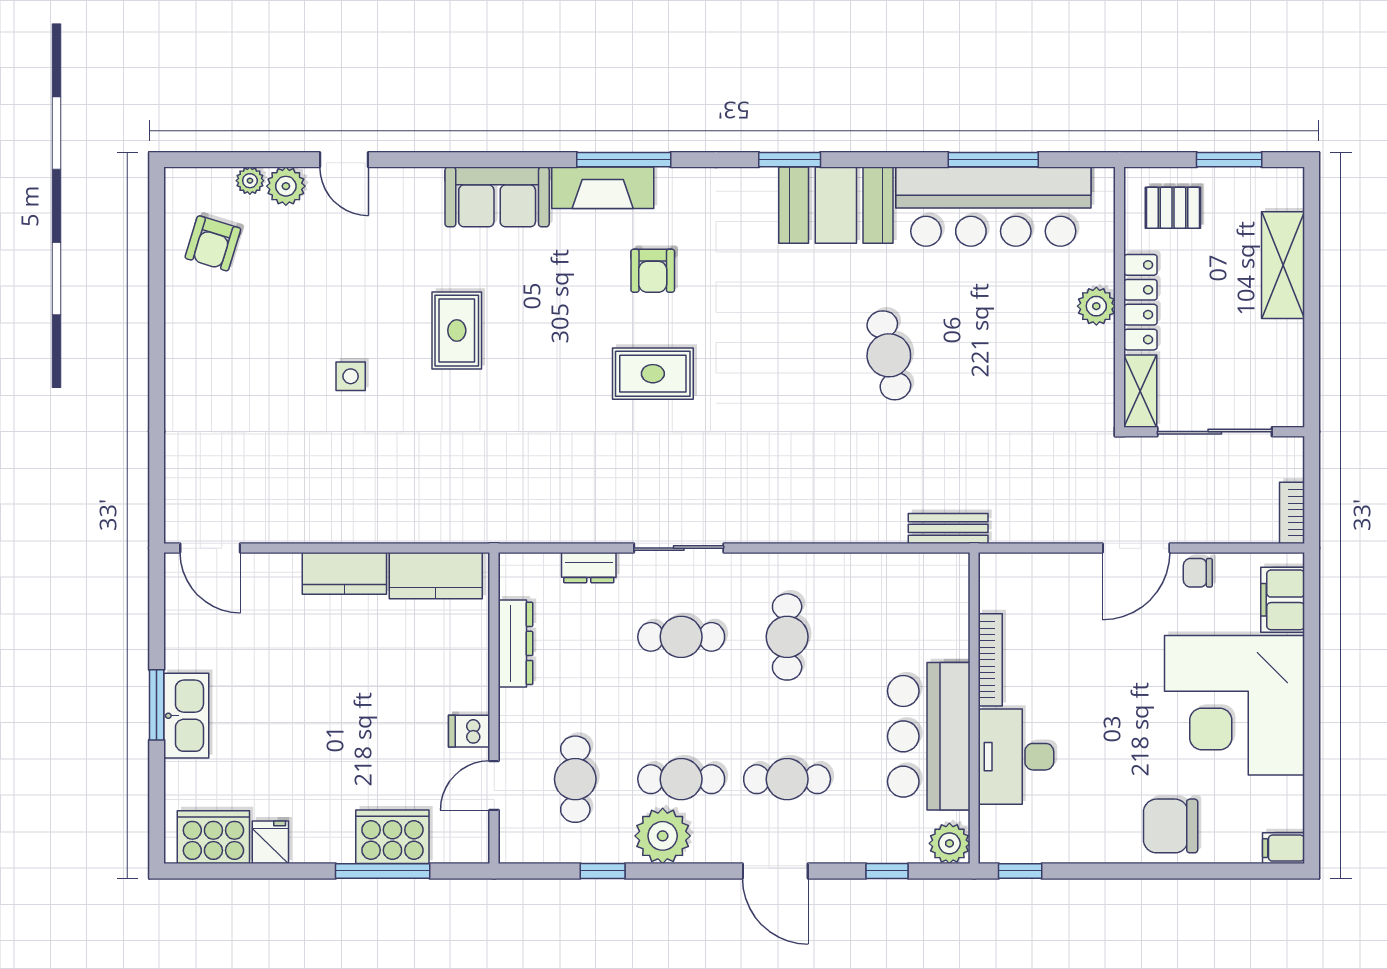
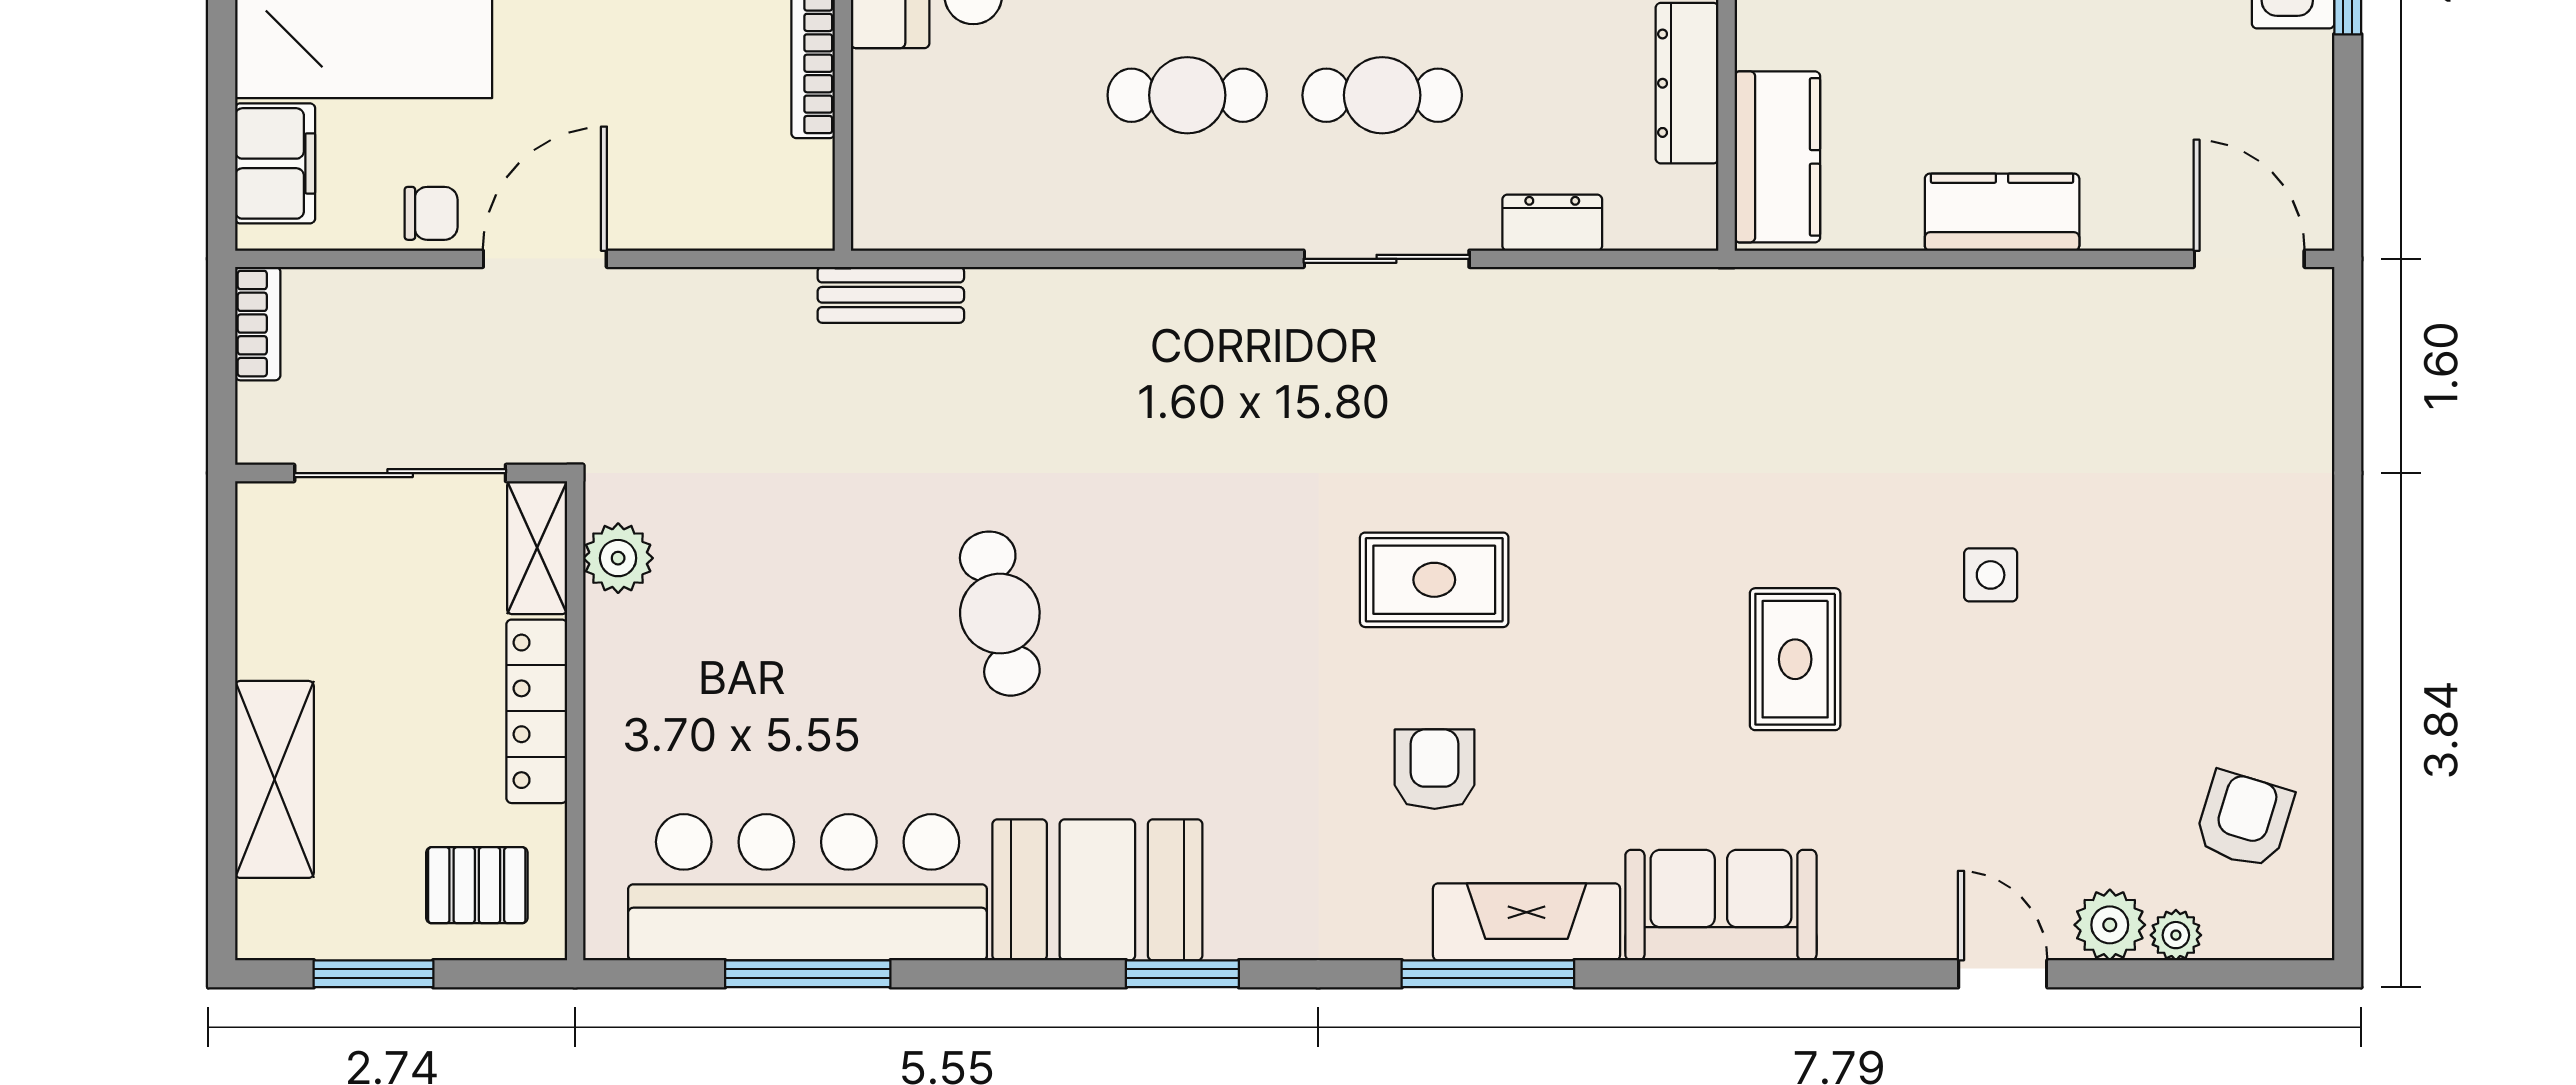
plant: (1096, 306) -> (618, 558), moved
kitchen counter: (436, 576) -> (1777, 157), moved, turned 90
cafe table: (787, 637) -> (1187, 95), turned 90

